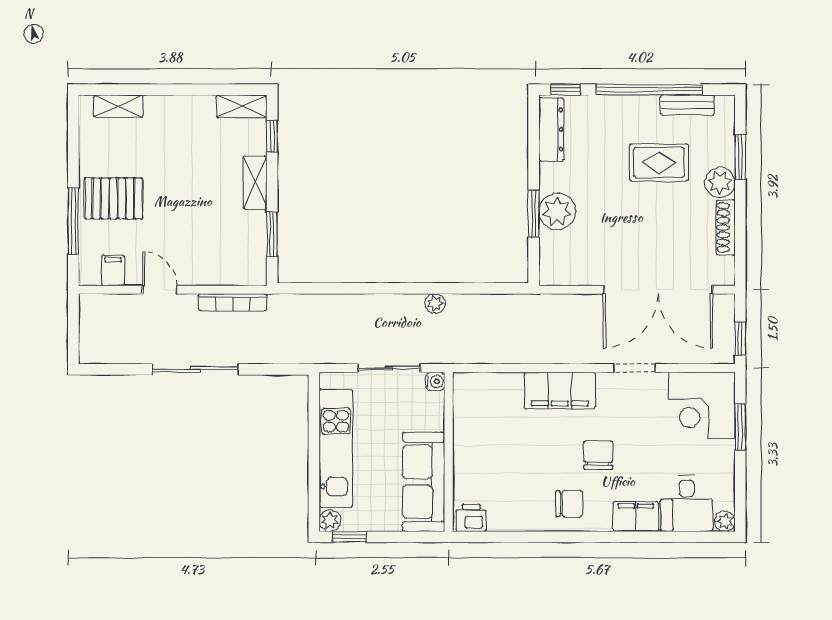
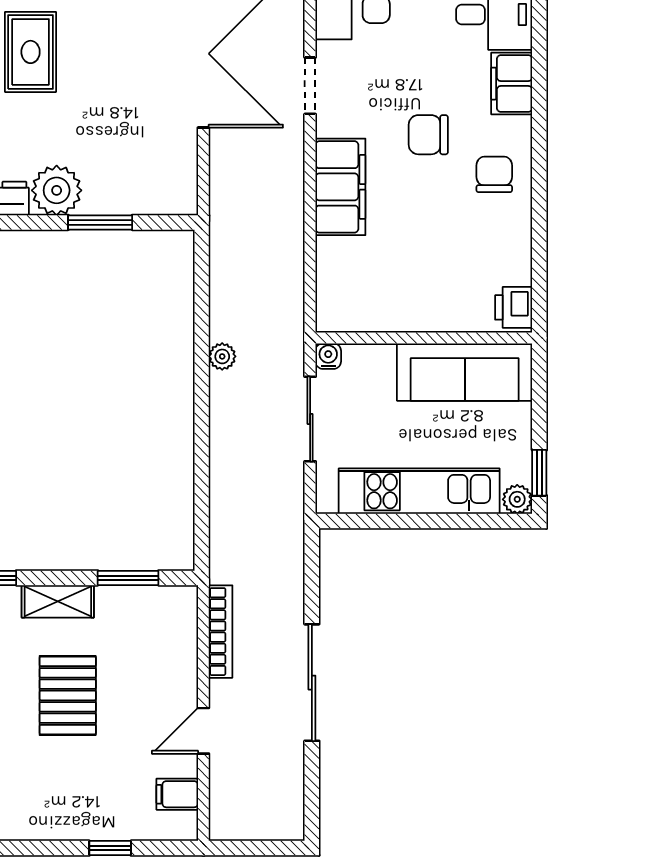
pallet: (113, 198) -> (68, 695), moved
plant: (557, 212) -> (57, 190), moved
window: (73, 221) -> (110, 848), width x0.46

